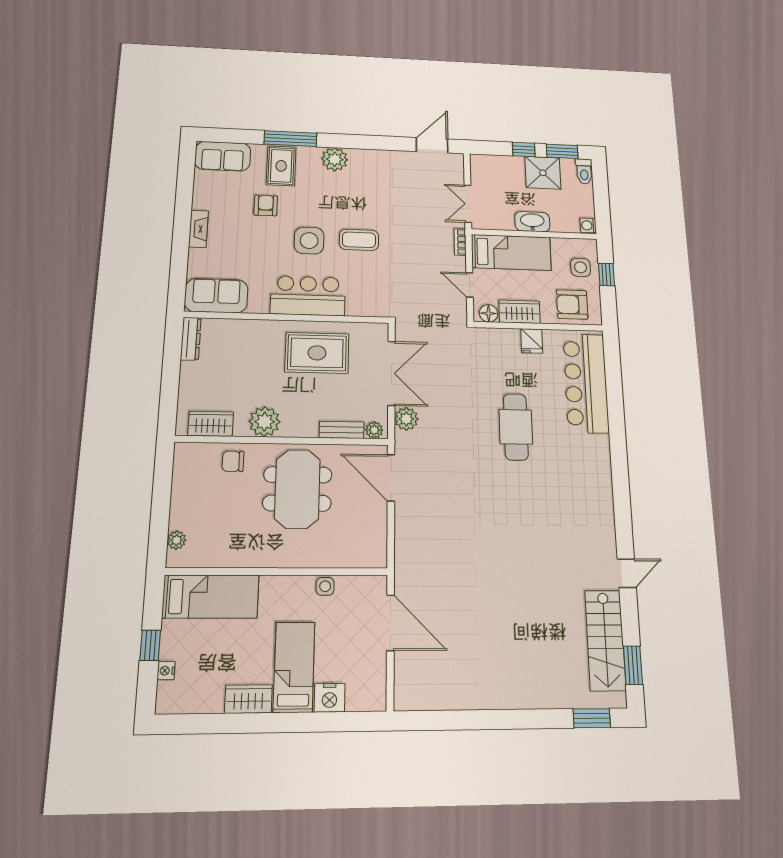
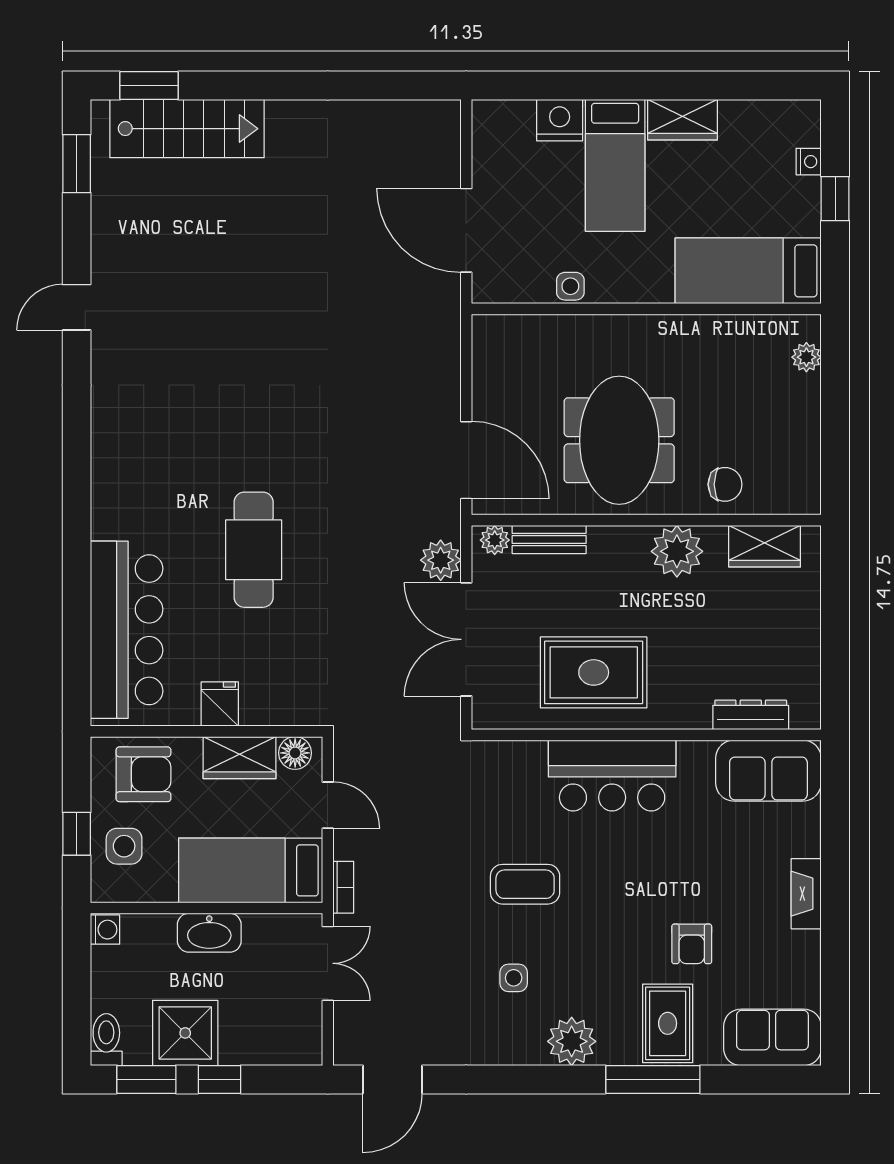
side table: (309, 241) -> (514, 978), moved, width x0.54, depth x0.54
dresser: (191, 339) -> (751, 715), moved, turned 90
stairs: (605, 640) -> (187, 129), moved, turned 90

